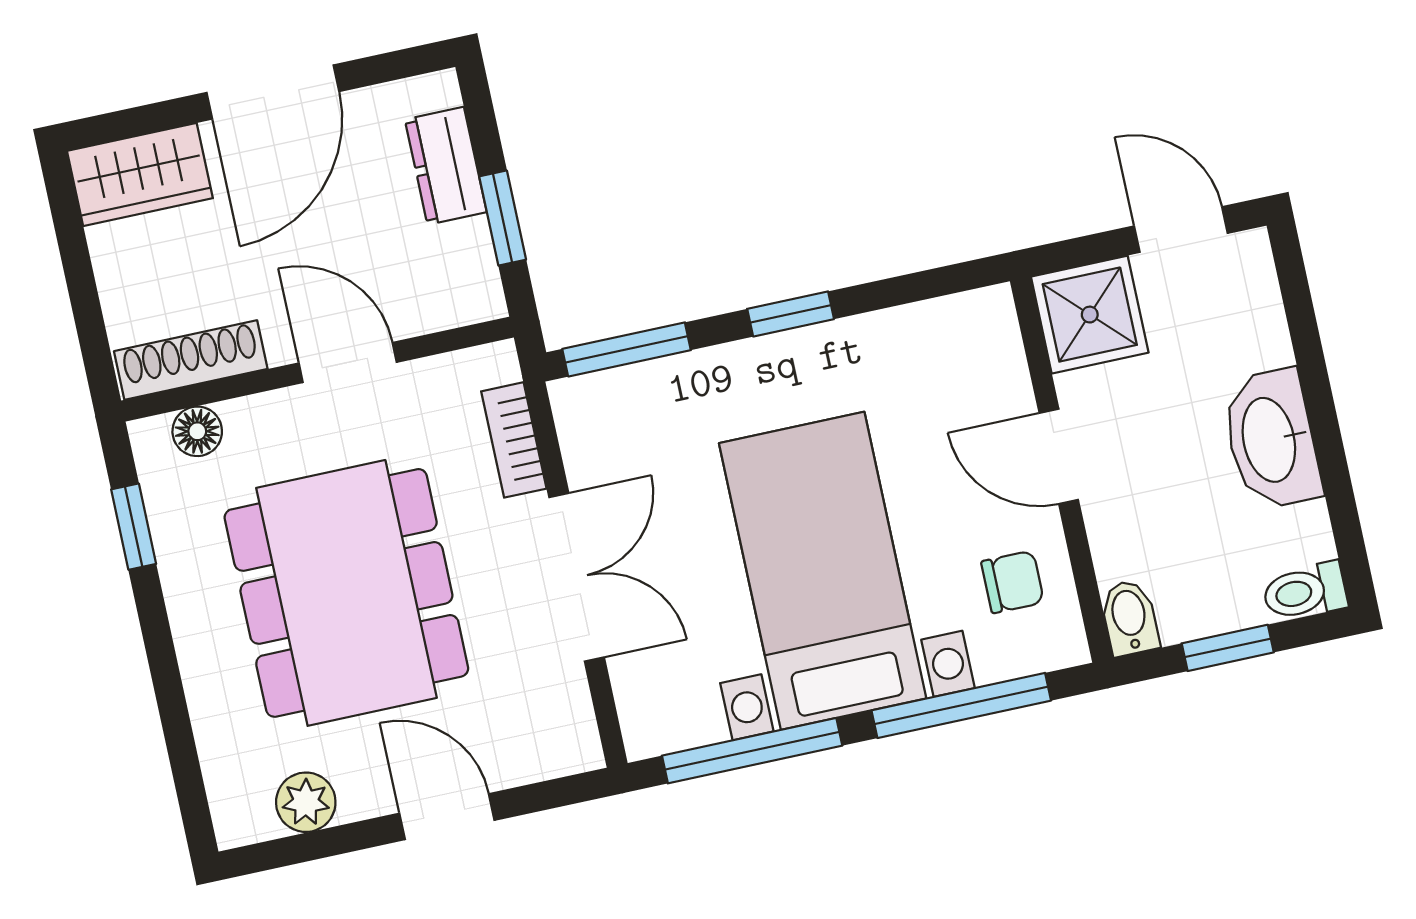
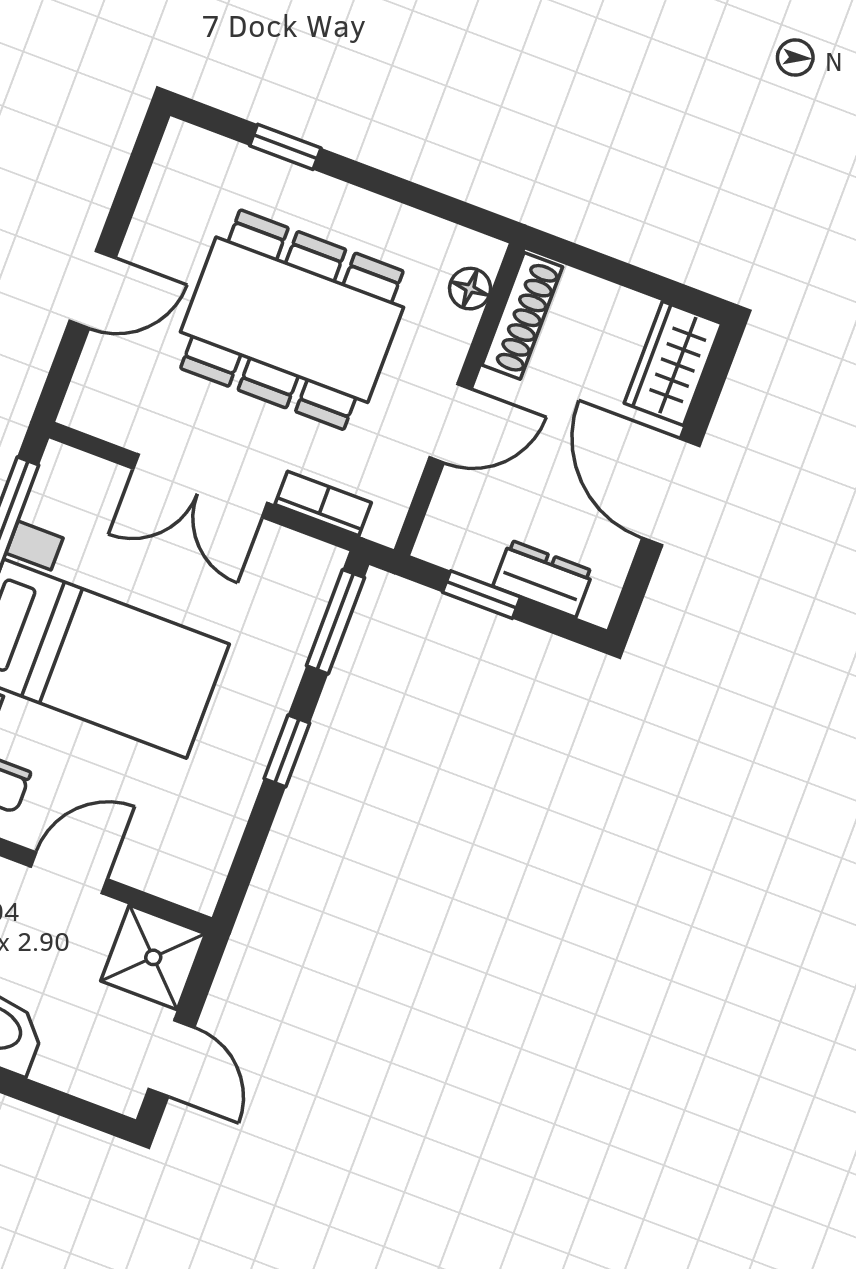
door: (1181, 230) -> (171, 1058), hinge flipped
window: (134, 527) -> (285, 147), moved
plant: (306, 802) -> (165, 198), removed

